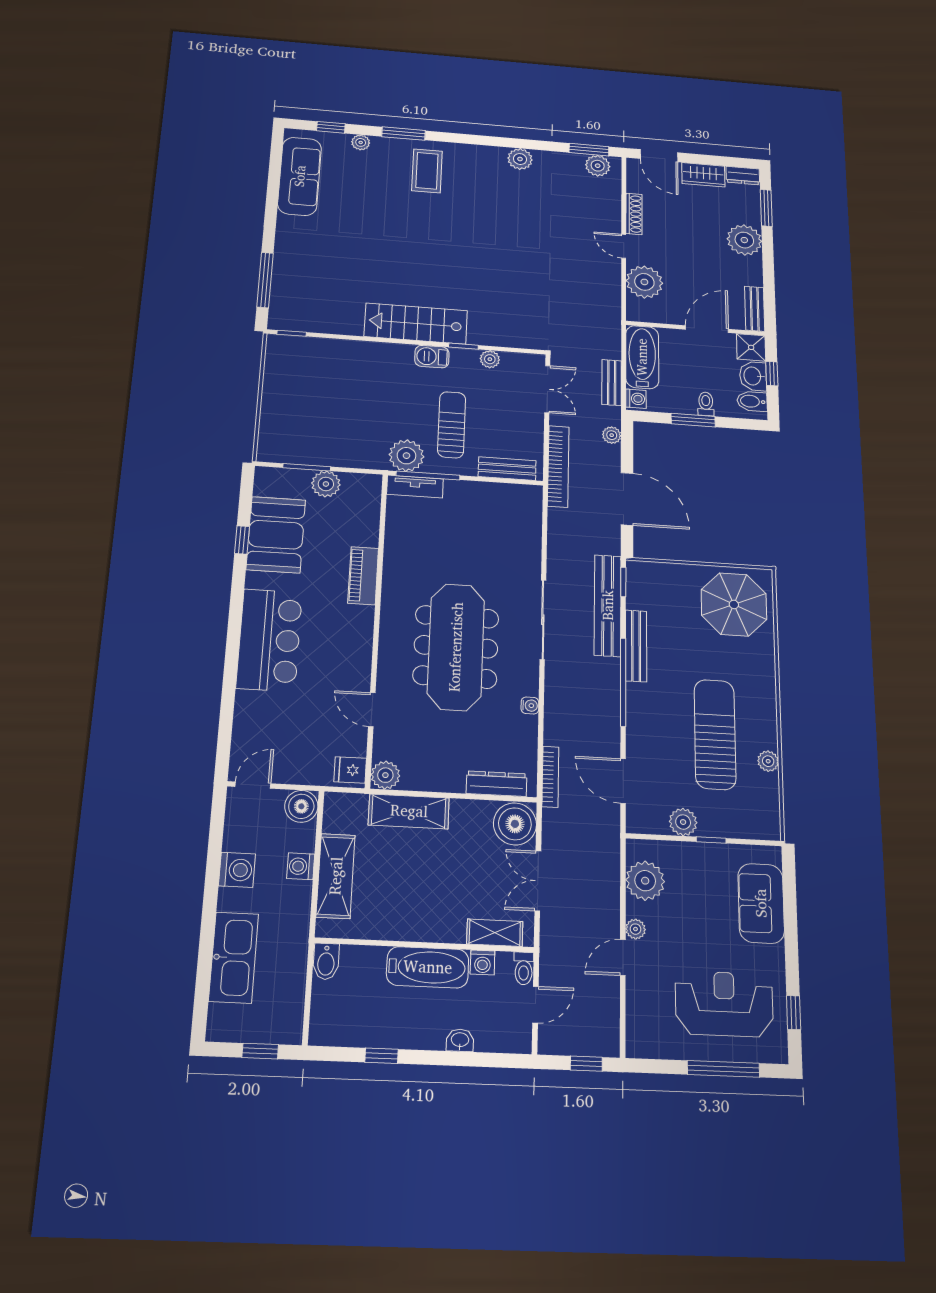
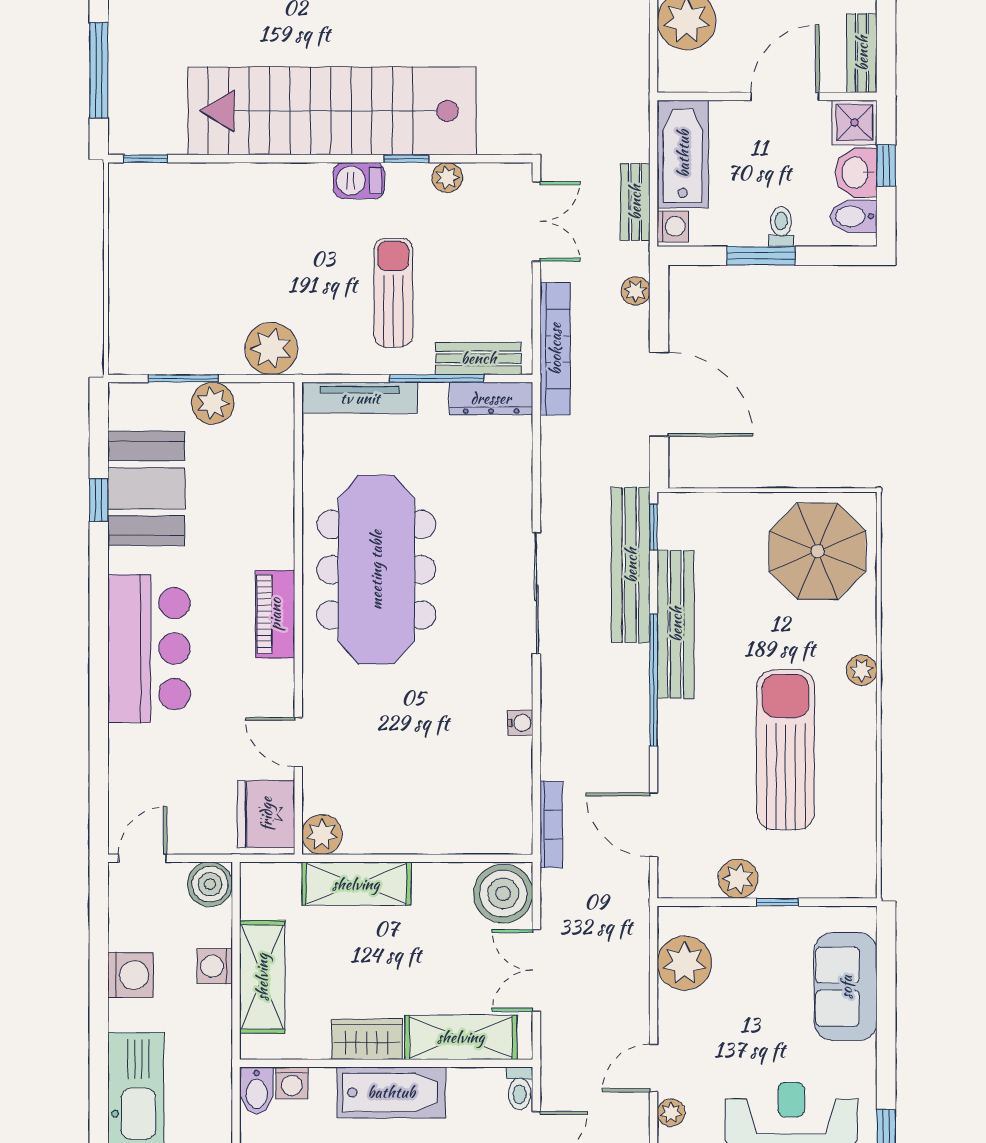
stairs: (416, 324) -> (332, 111), width x1.86, depth x1.51
plant: (406, 456) -> (271, 349), moved
window: (428, 475) -> (437, 378), moved
tv unit: (415, 487) -> (360, 398), width x1.41
piano: (363, 576) -> (275, 614), moved
bench: (636, 646) -> (676, 624), width x1.37, depth x1.21
meeting table: (456, 647) -> (376, 570), moved
plant: (768, 761) -> (862, 670), moved
fridge: (350, 770) -> (266, 814), width x1.88, depth x1.34
dresser: (497, 784) -> (491, 398), moved, turned 180
wardrobe: (411, 926) -> (367, 1039), added
plant: (636, 929) -> (671, 1113), moved
shelving: (495, 933) -> (461, 1037), width x1.50, depth x1.33
washing machine: (483, 962) -> (292, 1083), moved

